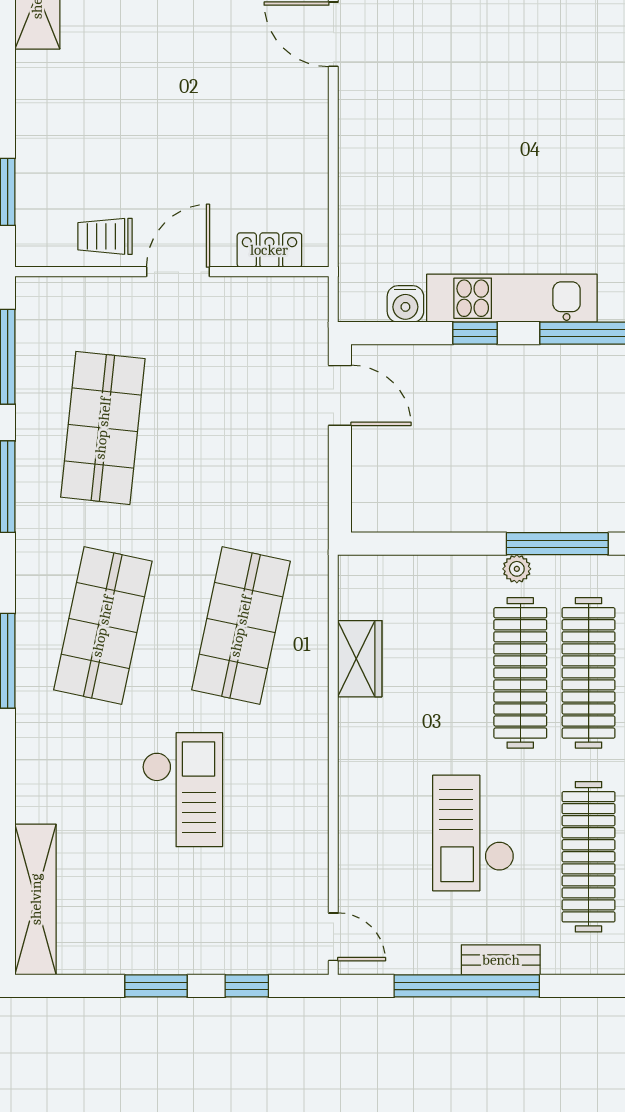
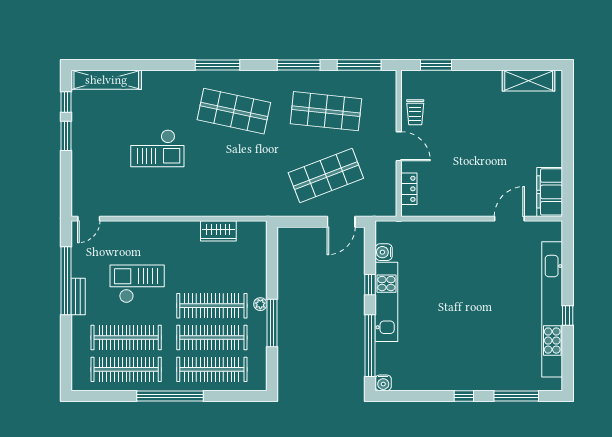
trolley: (105, 236) -> (415, 112), turned 180
shop shelf: (241, 626) -> (326, 176), moved, turned -33
window: (247, 986) -> (66, 102), moved

